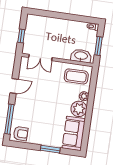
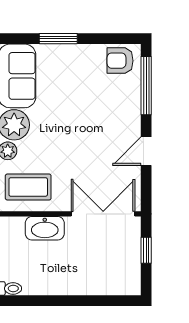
washbasin: (81, 56) -> (45, 228), moved
double door: (40, 57) -> (103, 214), width x1.37

